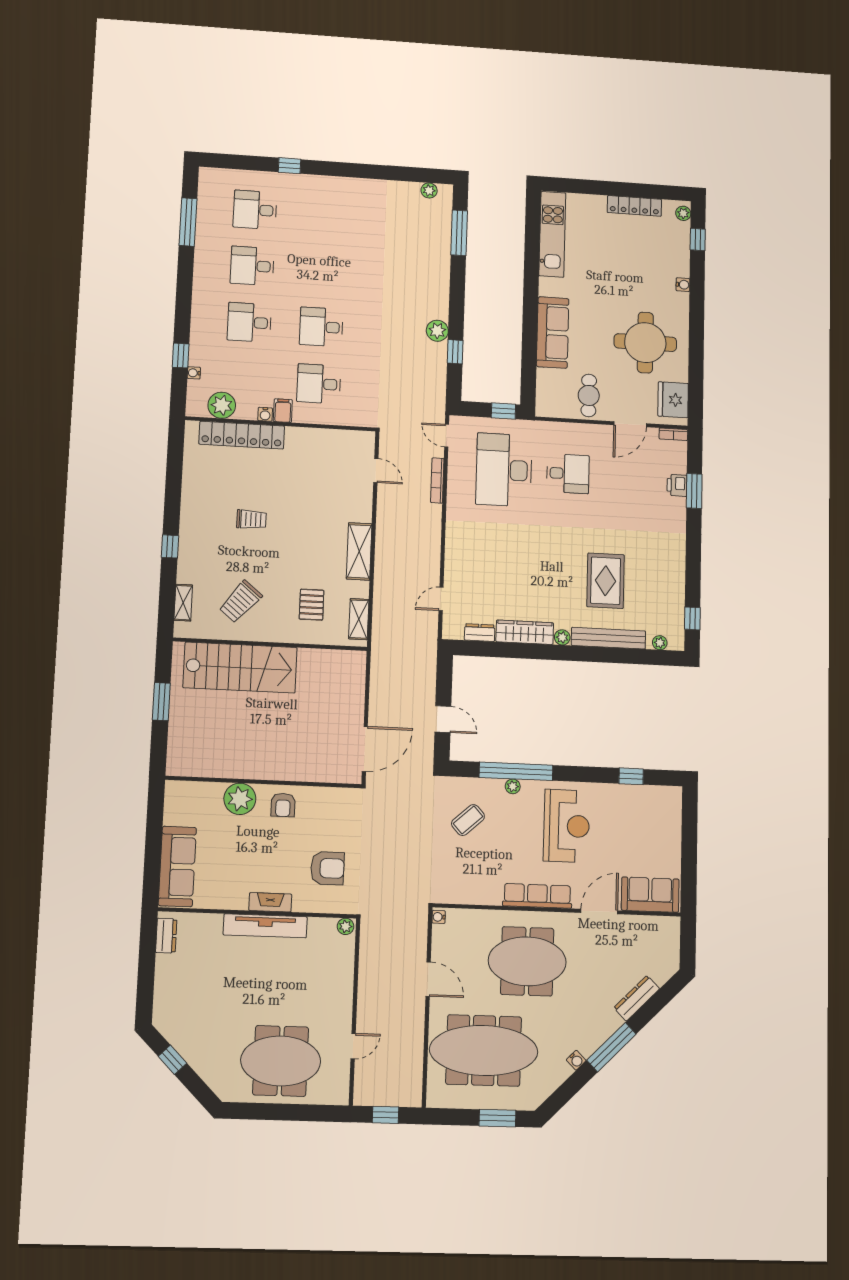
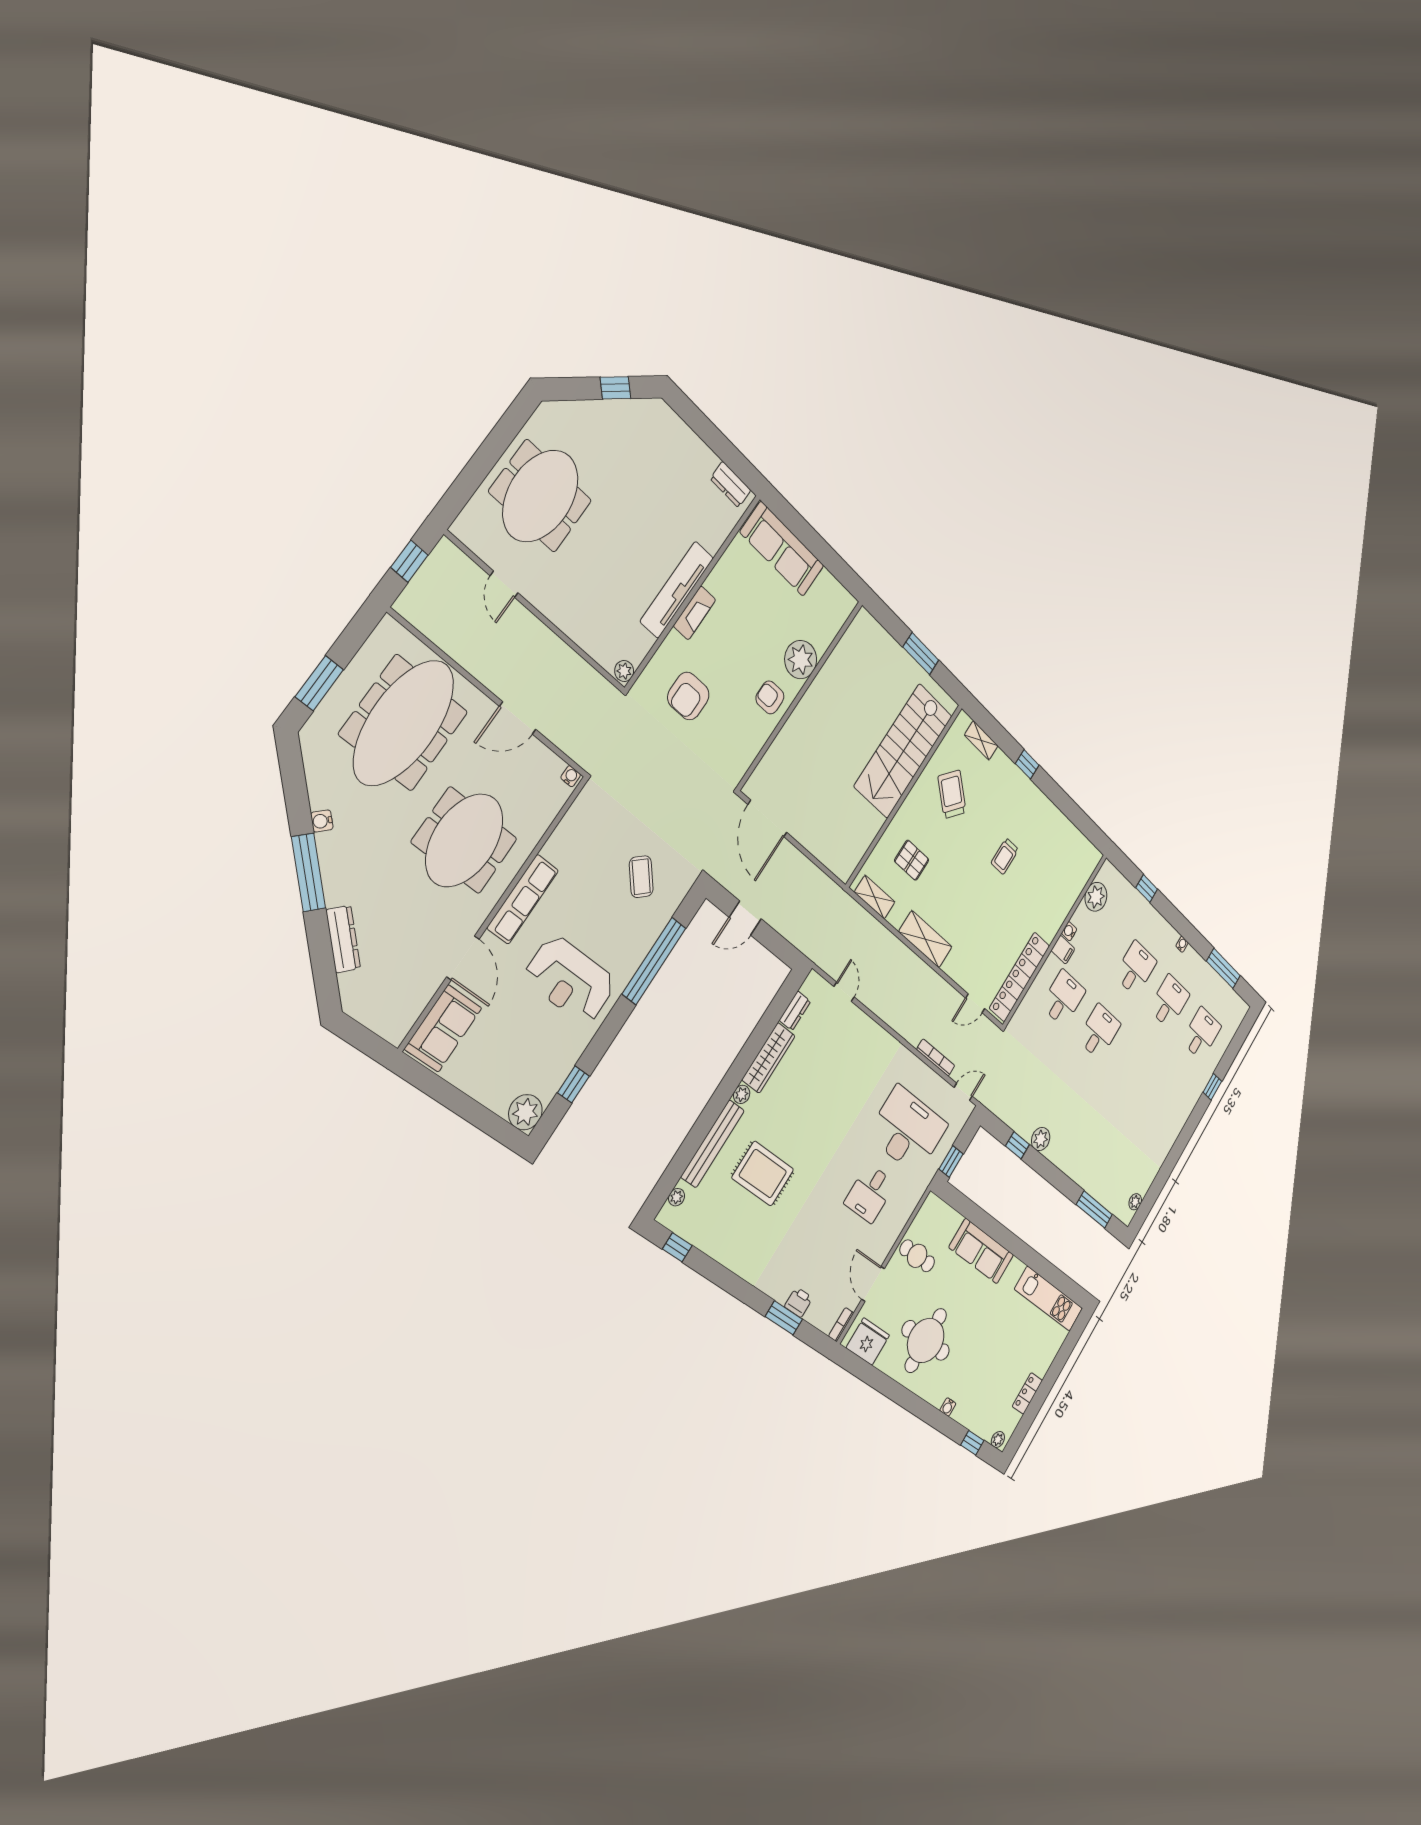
locker: (634, 206) -> (1027, 1393), width x0.66
water cooler: (194, 373) -> (1182, 944), moved
locker: (242, 435) -> (1020, 977), moved
plant: (513, 786) -> (525, 1112), moved, width x1.88, depth x1.88

